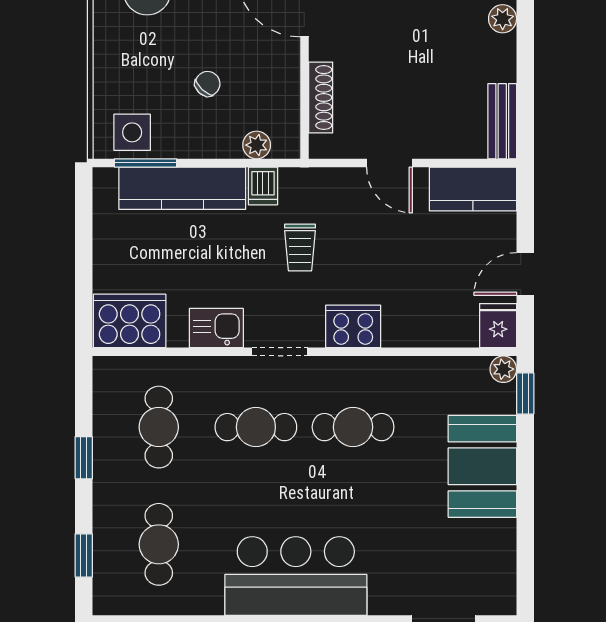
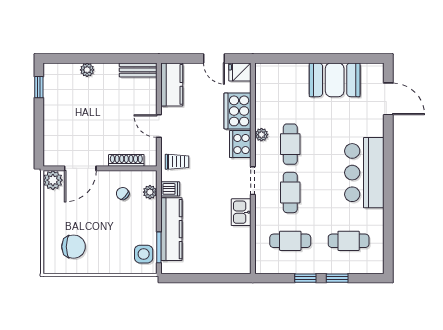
chair: (208, 84) -> (123, 194), moved
door: (389, 163) -> (159, 126), swing flipped
trolley: (300, 248) -> (177, 162), moved
cooker: (130, 321) -> (237, 111), moved
plant: (503, 369) -> (261, 135), moved
window: (525, 394) -> (274, 58), removed
booth: (482, 466) -> (335, 80), moved
window: (84, 555) -> (337, 278), moved

